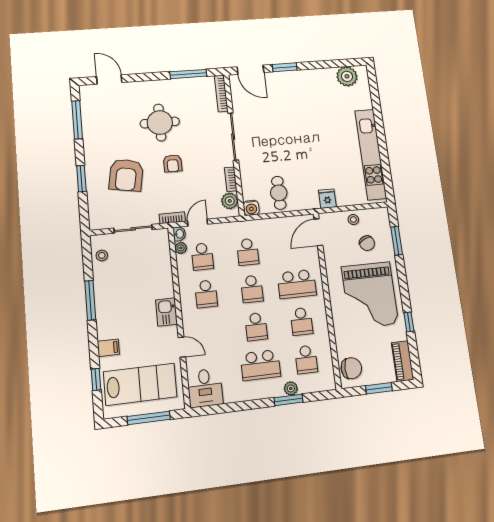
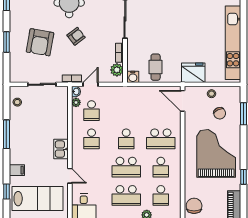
armchair: (173, 163) -> (76, 36), turned -127
fridge: (327, 199) -> (193, 73), width x1.88, depth x1.34
door: (318, 232) -> (183, 101), hinge flipped
school desk: (248, 252) -> (126, 111), removed
grand piano: (370, 295) -> (216, 153), turned 180
school desk: (256, 327) -> (126, 167), width x1.85
chair: (351, 368) -> (194, 206), turned -90

